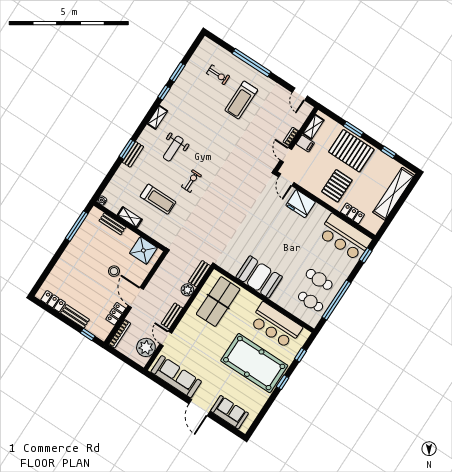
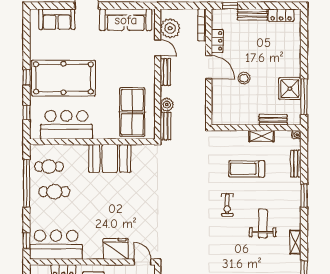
bench: (133, 154) -> (296, 164), moved
shower: (143, 250) -> (290, 89), moved

